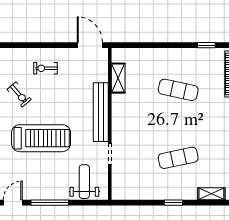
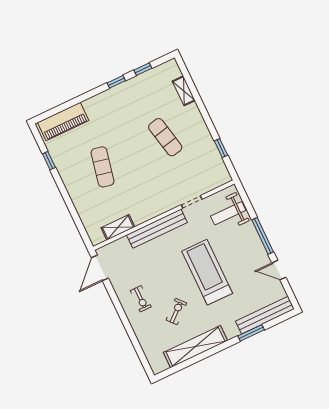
window: (173, 203) -> (221, 148), moved

